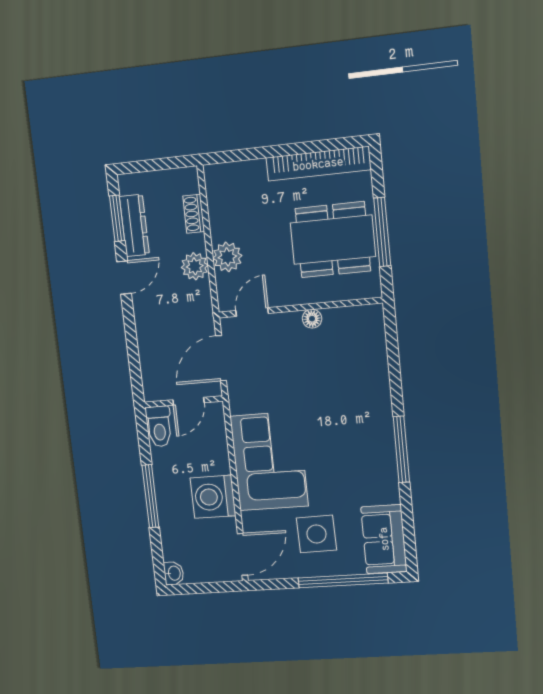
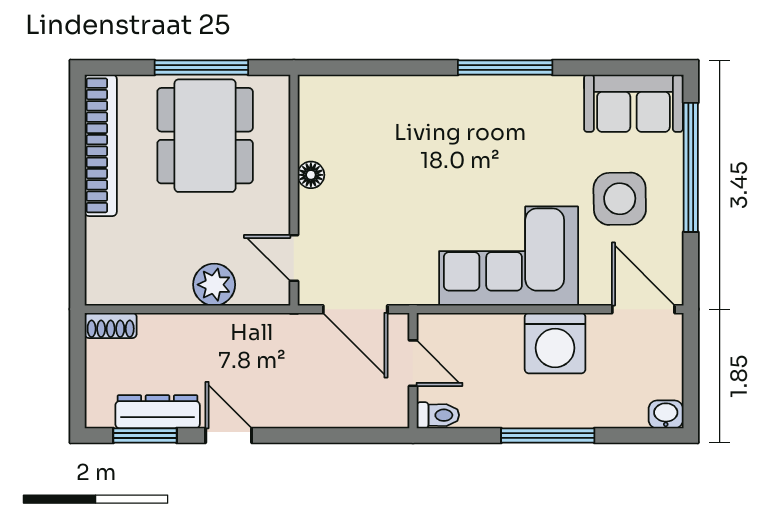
shoe rack: (194, 214) -> (111, 325), moved
plant: (195, 266) -> (223, 332), removed
toilet: (159, 426) -> (438, 415), width x0.73, depth x0.72

